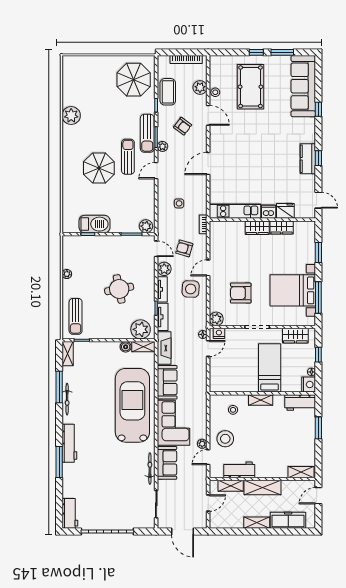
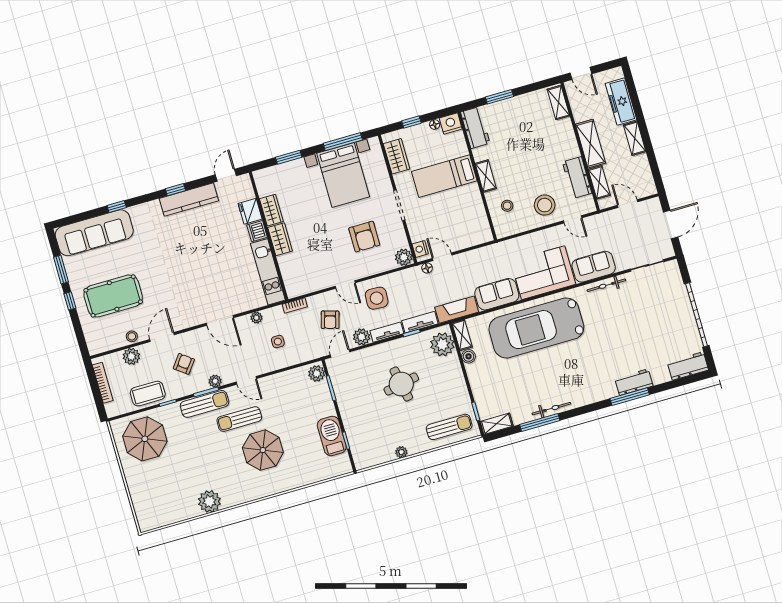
kitchen counter: (308, 159) -> (189, 200), width x1.50
workbench: (69, 443) -> (634, 382), moved, width x0.73
plant: (202, 444) -> (256, 318), moved

